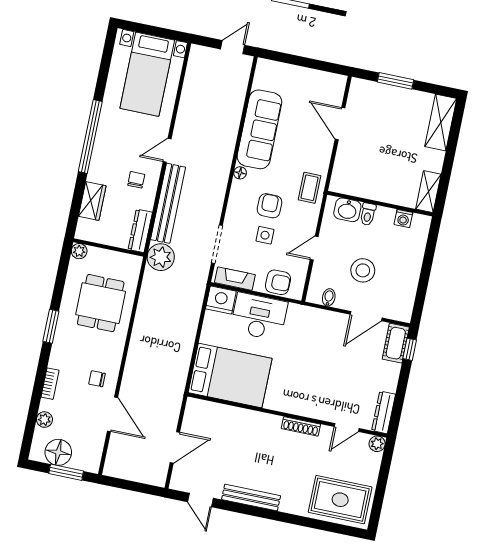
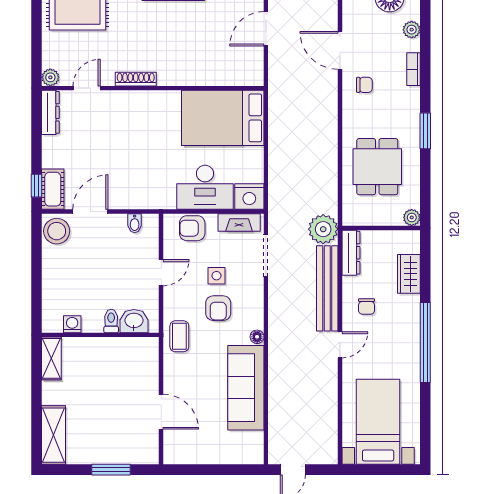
stool: (363, 270) -> (57, 231), moved

